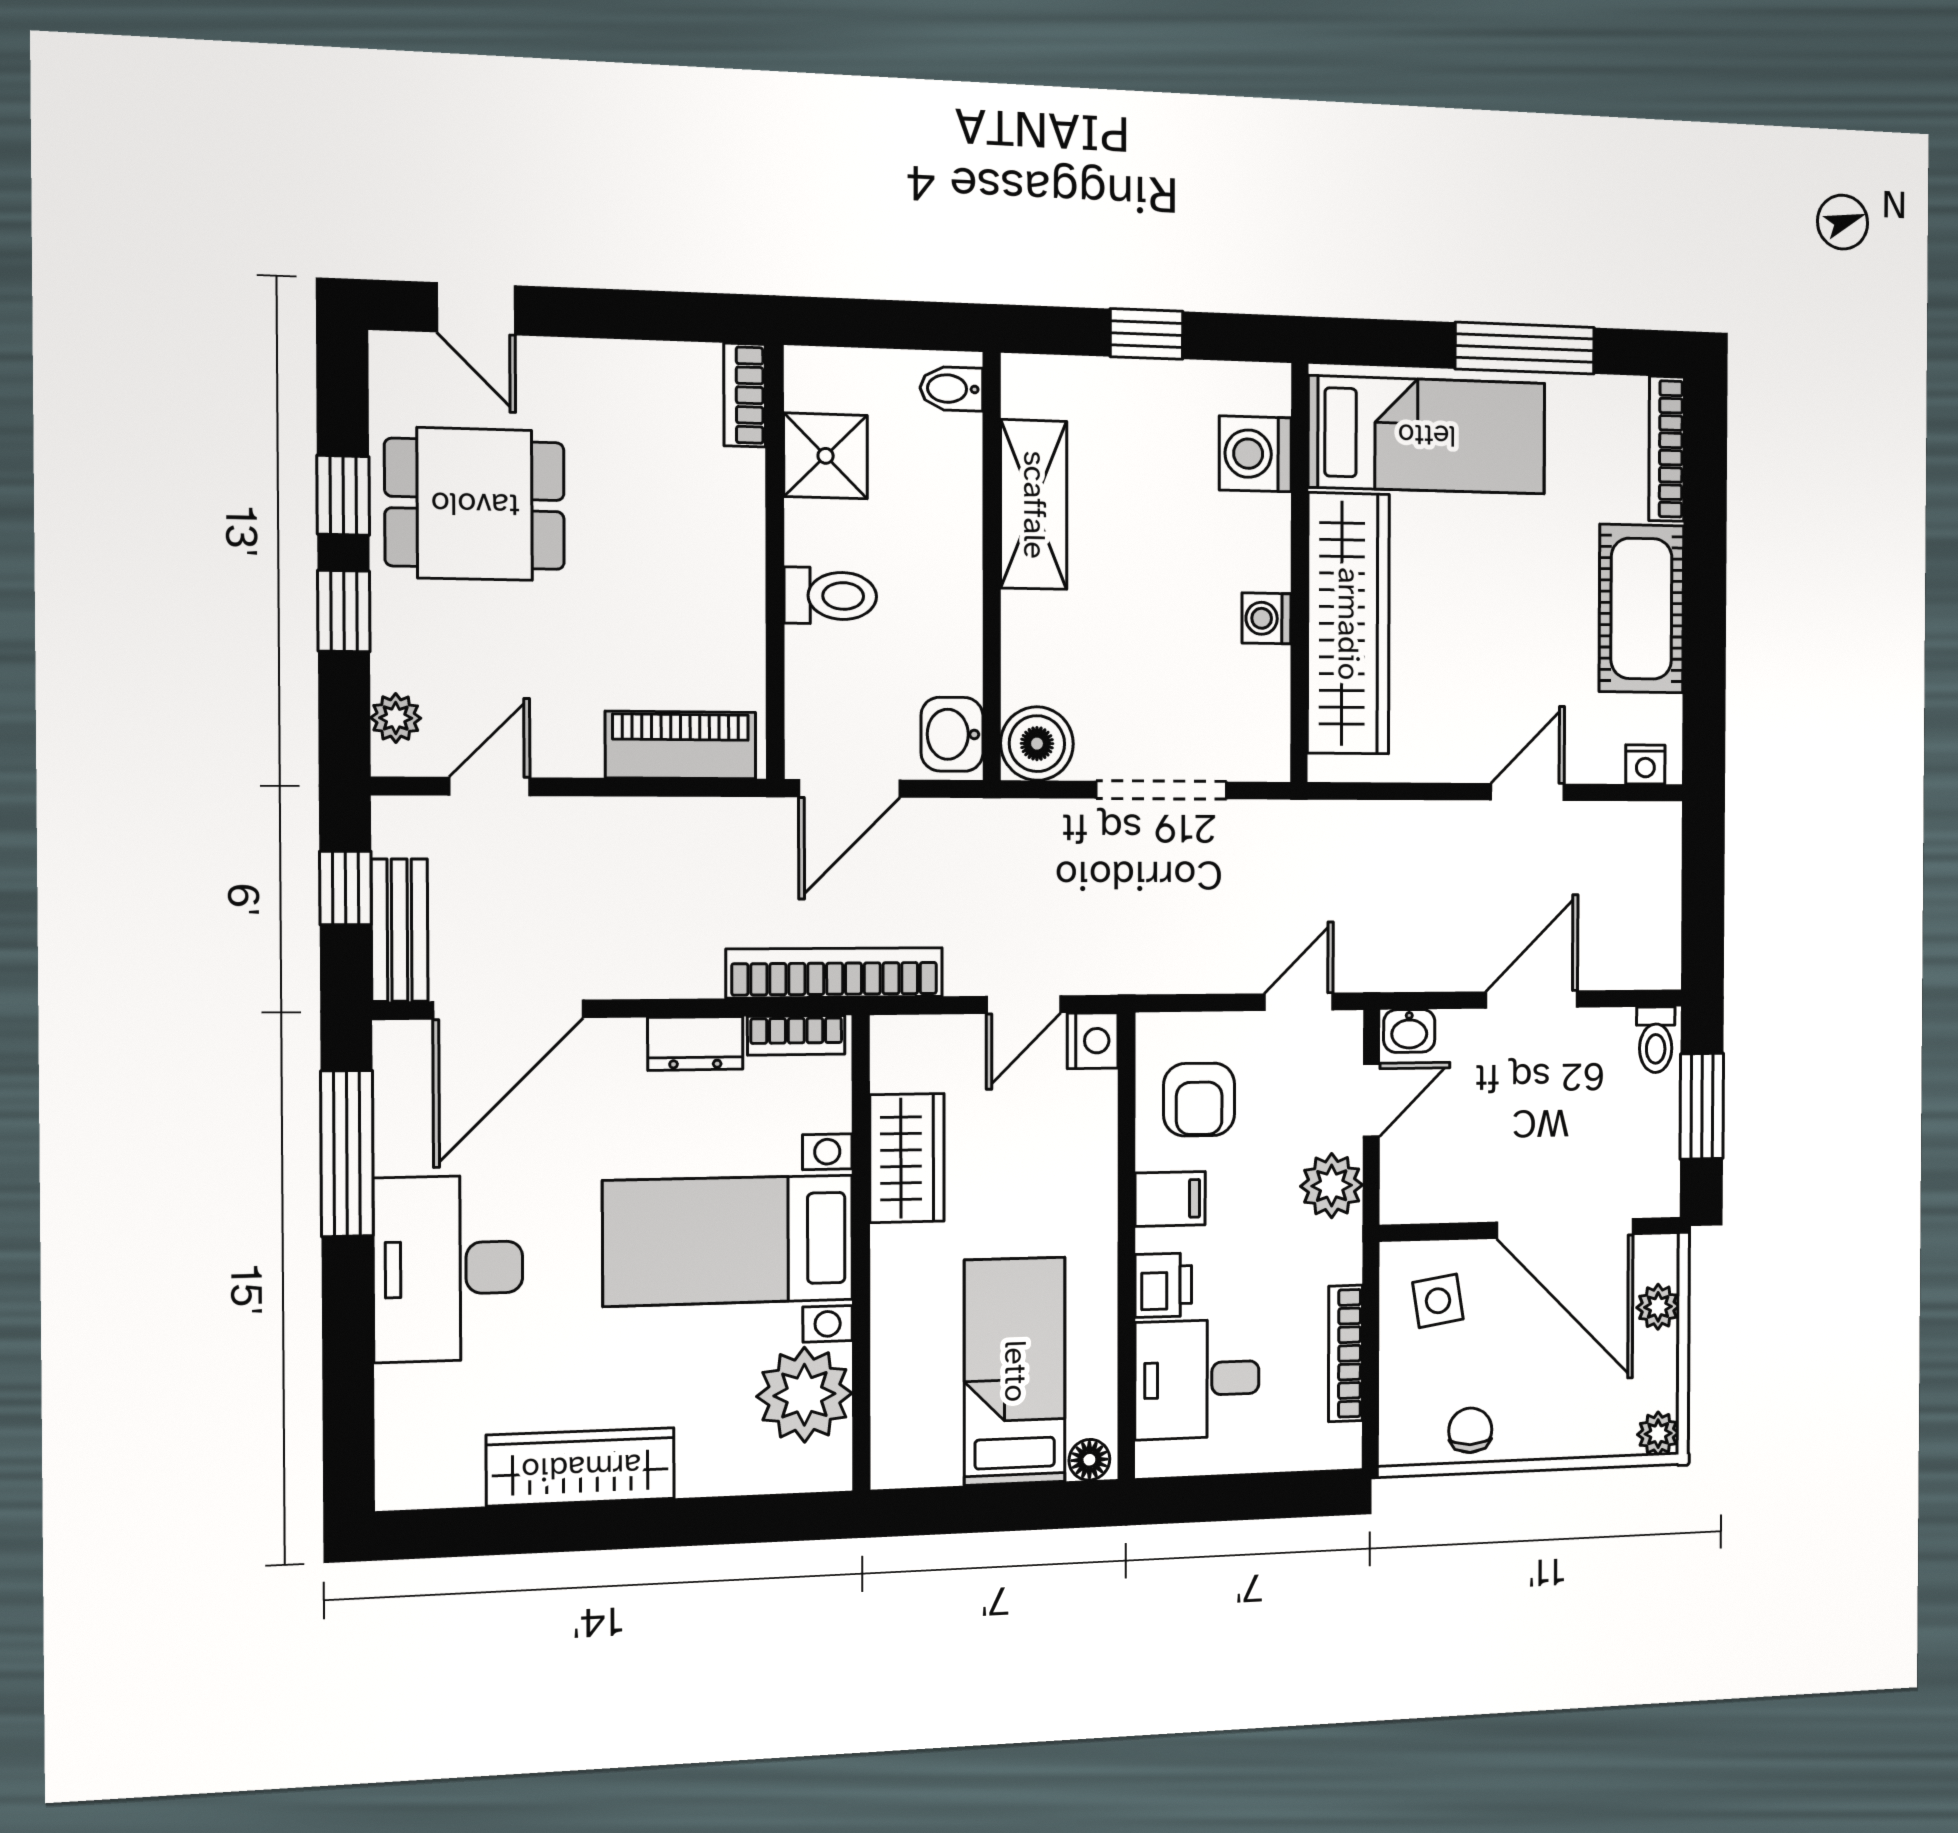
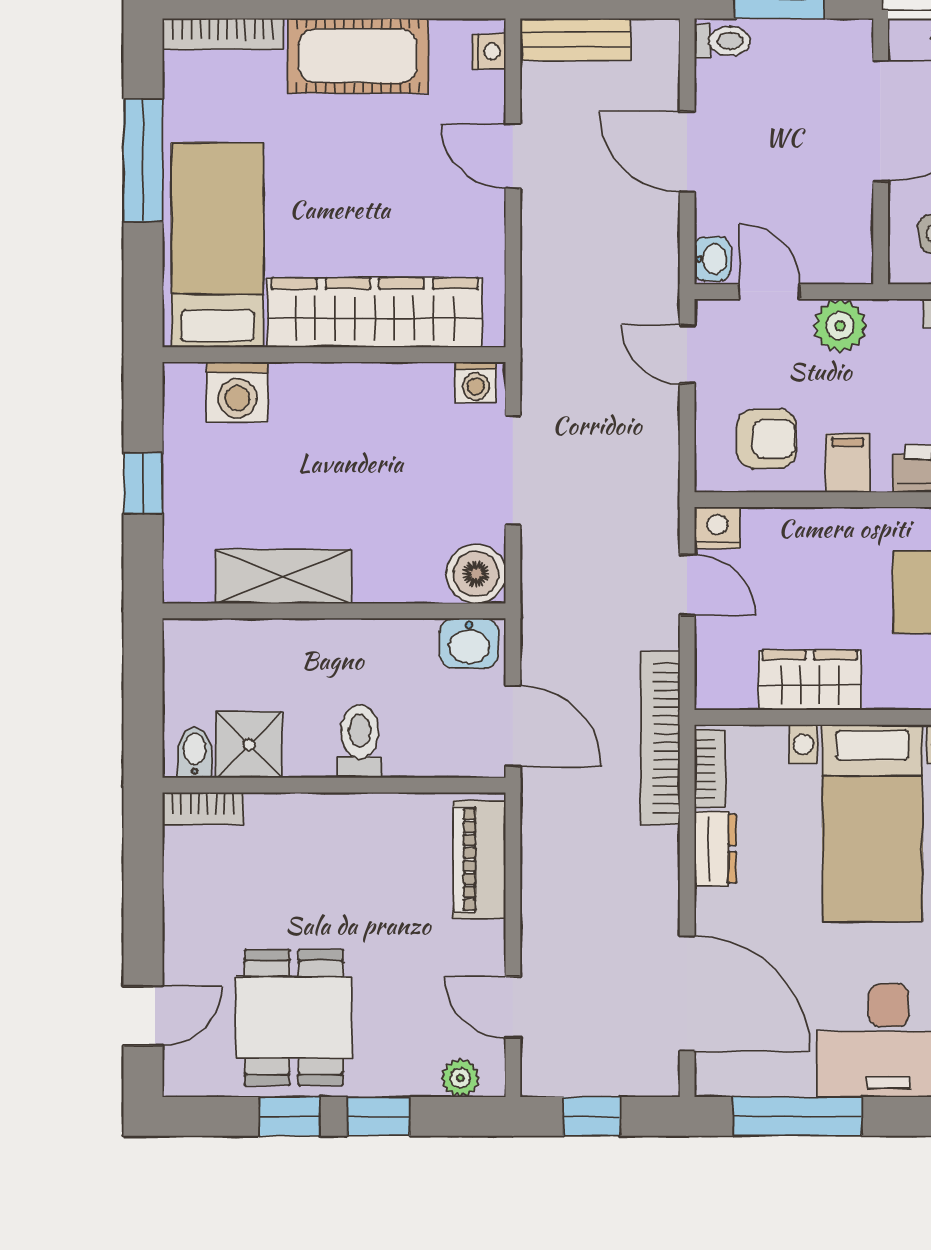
bidet: (951, 389) -> (195, 752), moved, turned 180
washing machine: (1266, 618) -> (476, 382), moved
bench: (400, 930) -> (575, 39), moved

